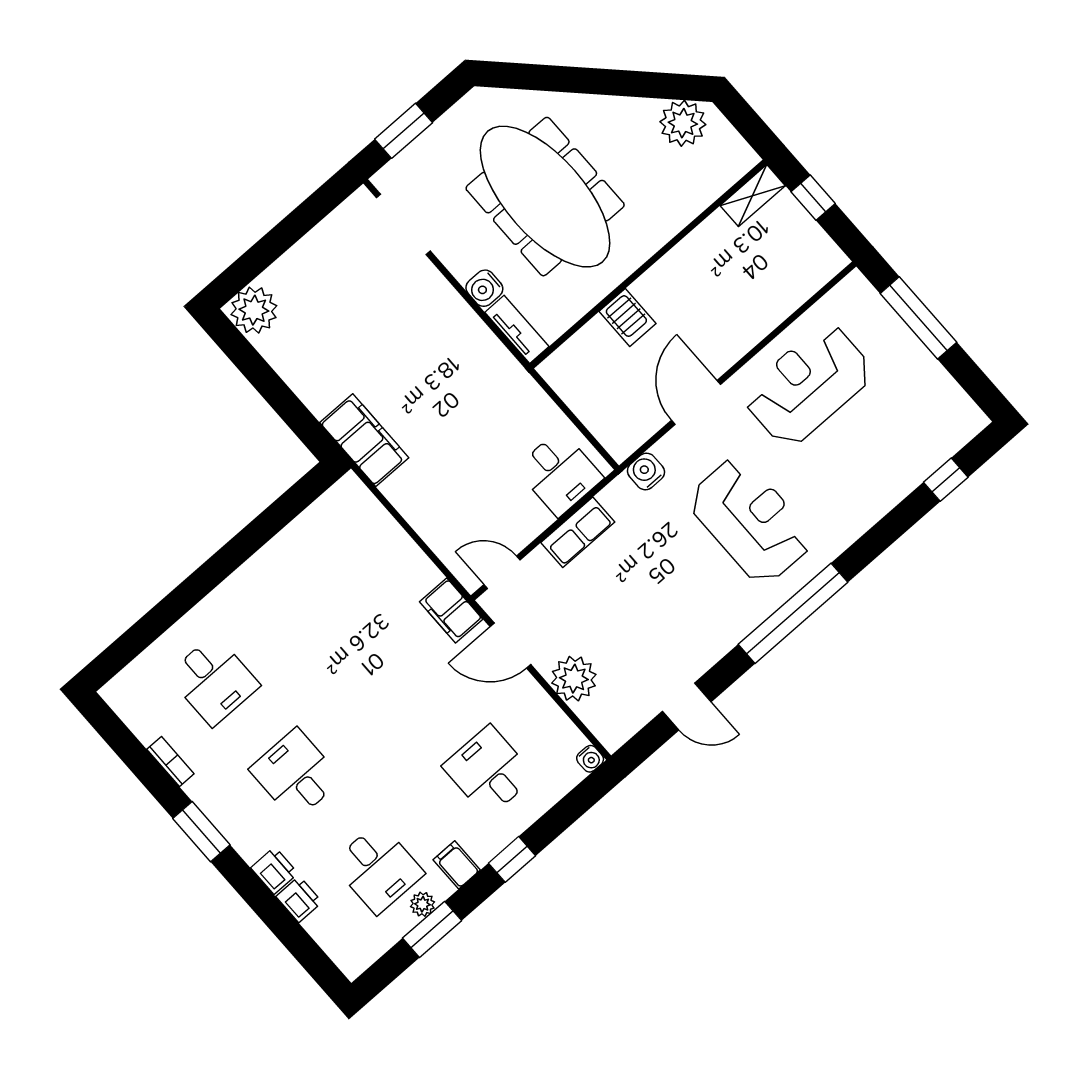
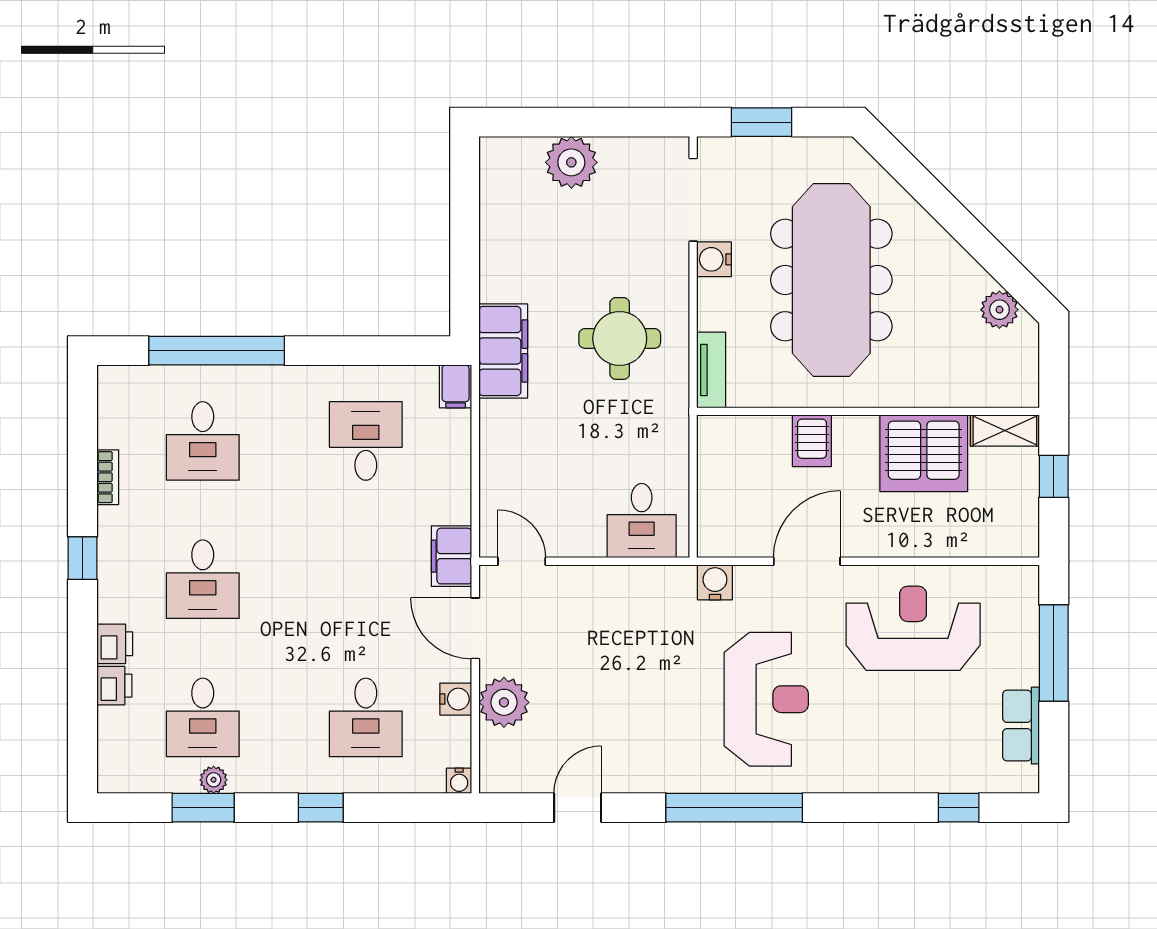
plant: (683, 123) -> (999, 310), width x0.73, depth x0.73
server rack: (711, 259) -> (924, 453), added
water cooler: (484, 288) -> (714, 259), moved
plant: (254, 310) -> (571, 162), moved
round table: (436, 362) -> (620, 338), added
row of seats: (578, 532) -> (1021, 726), moved, turned 90
desk: (324, 583) -> (366, 441), added
window: (169, 611) -> (217, 351), added
water cooler: (539, 705) -> (456, 699), added
door: (687, 706) -> (578, 808), swing flipped
desk: (489, 771) -> (366, 717), turned 180
desk: (296, 774) -> (203, 579), turned 180
window: (201, 832) -> (83, 558), width x0.67
filing cabinet: (457, 865) -> (456, 386), moved, turned 180

